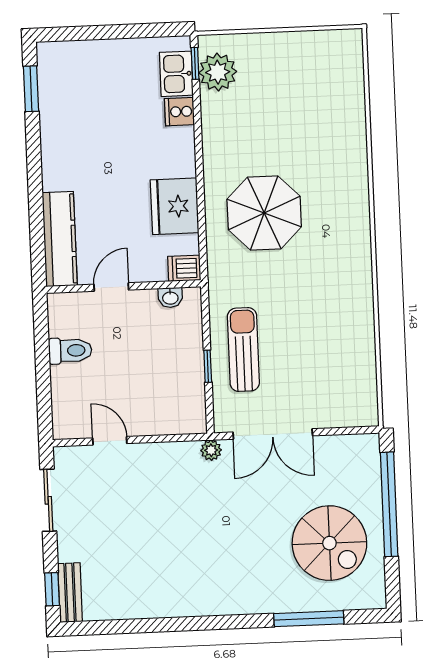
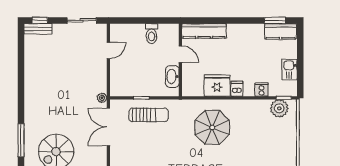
kitchen sink: (176, 74) -> (290, 69), moved, turned -90
kitchen counter: (54, 76) -> (281, 31), added
dishwasher: (184, 268) -> (237, 89), moved
washbasin: (170, 298) -> (172, 77), width x1.91, depth x1.45

